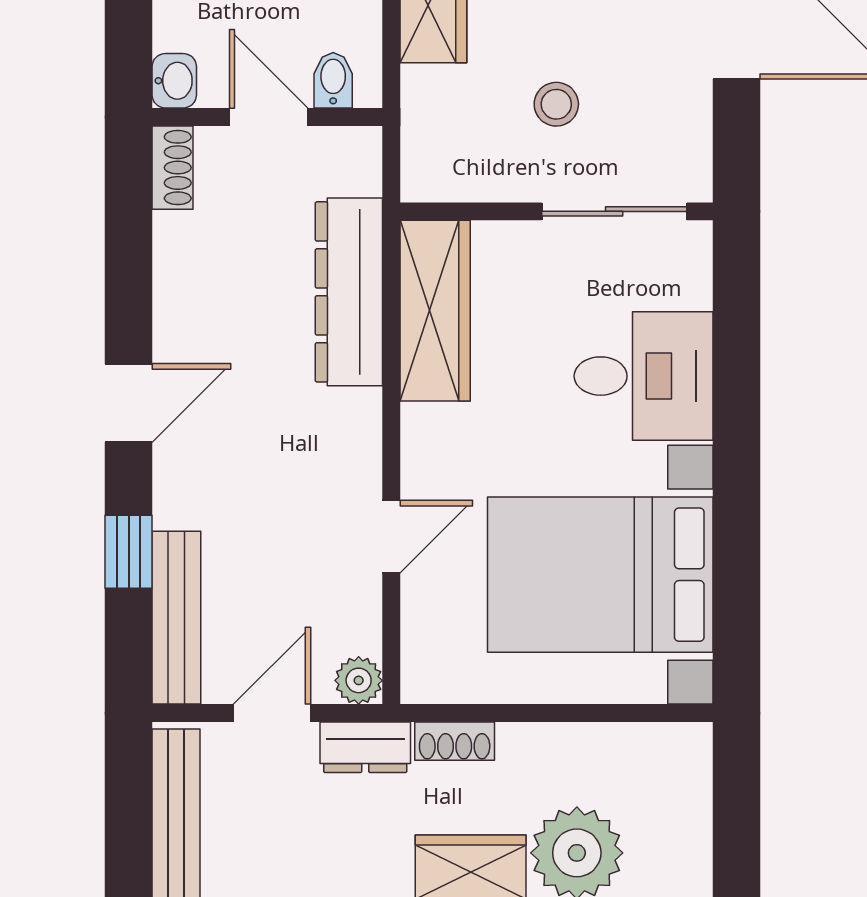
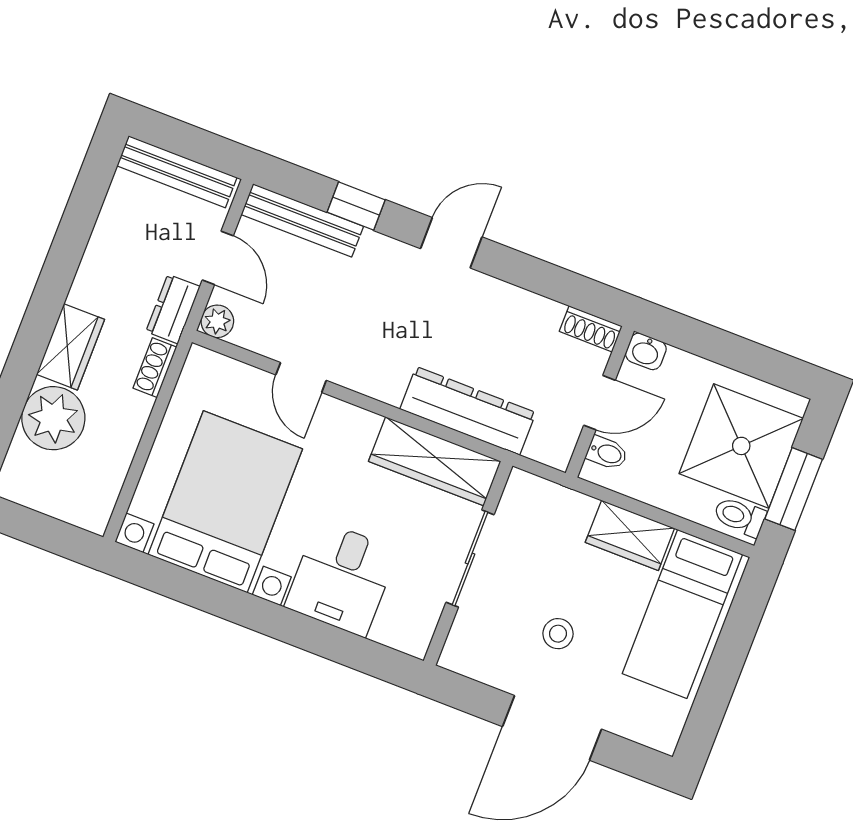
stool: (556, 104) -> (558, 634), moved
sliding door: (614, 211) -> (470, 558), moved
door: (129, 403) -> (451, 243), swing flipped

